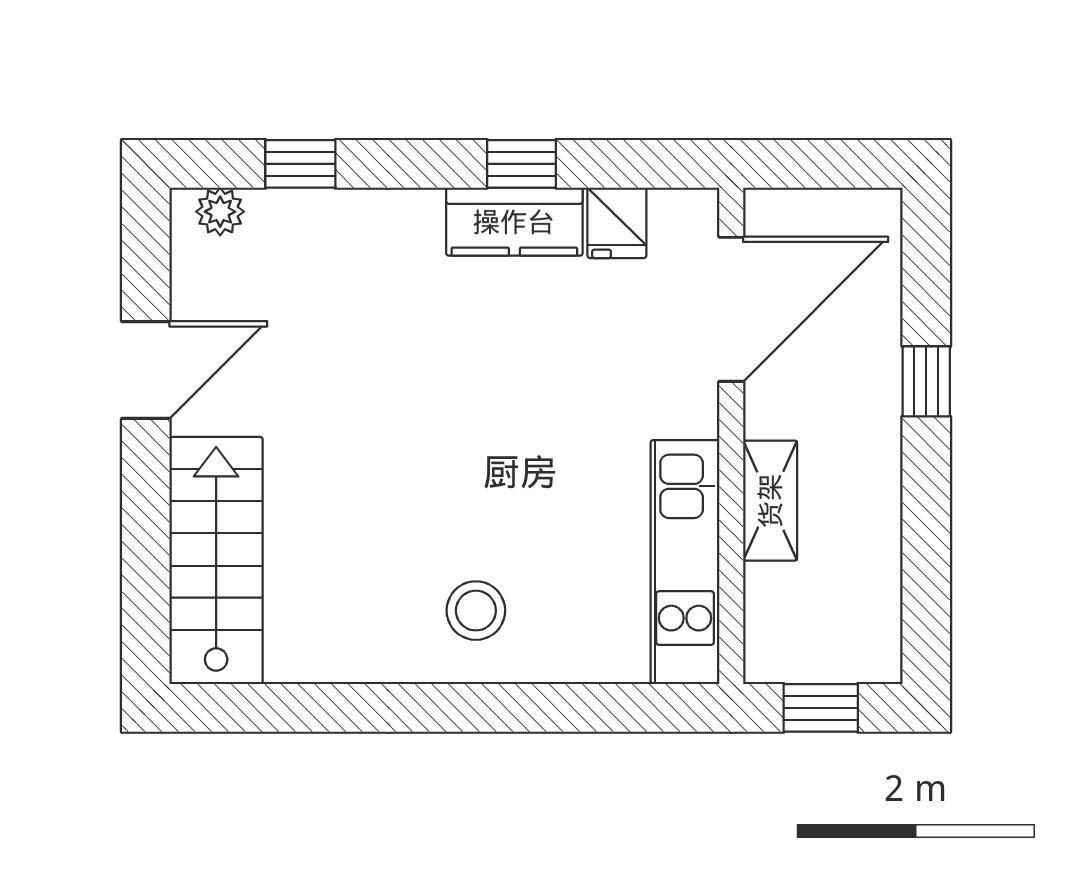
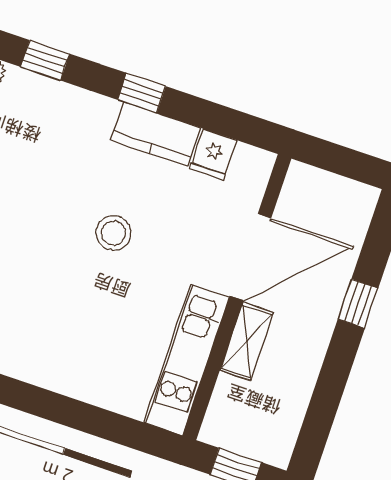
window: (522, 164) -> (142, 93), moved
door: (731, 309) -> (251, 257), moved
stool: (476, 611) -> (114, 233), moved

